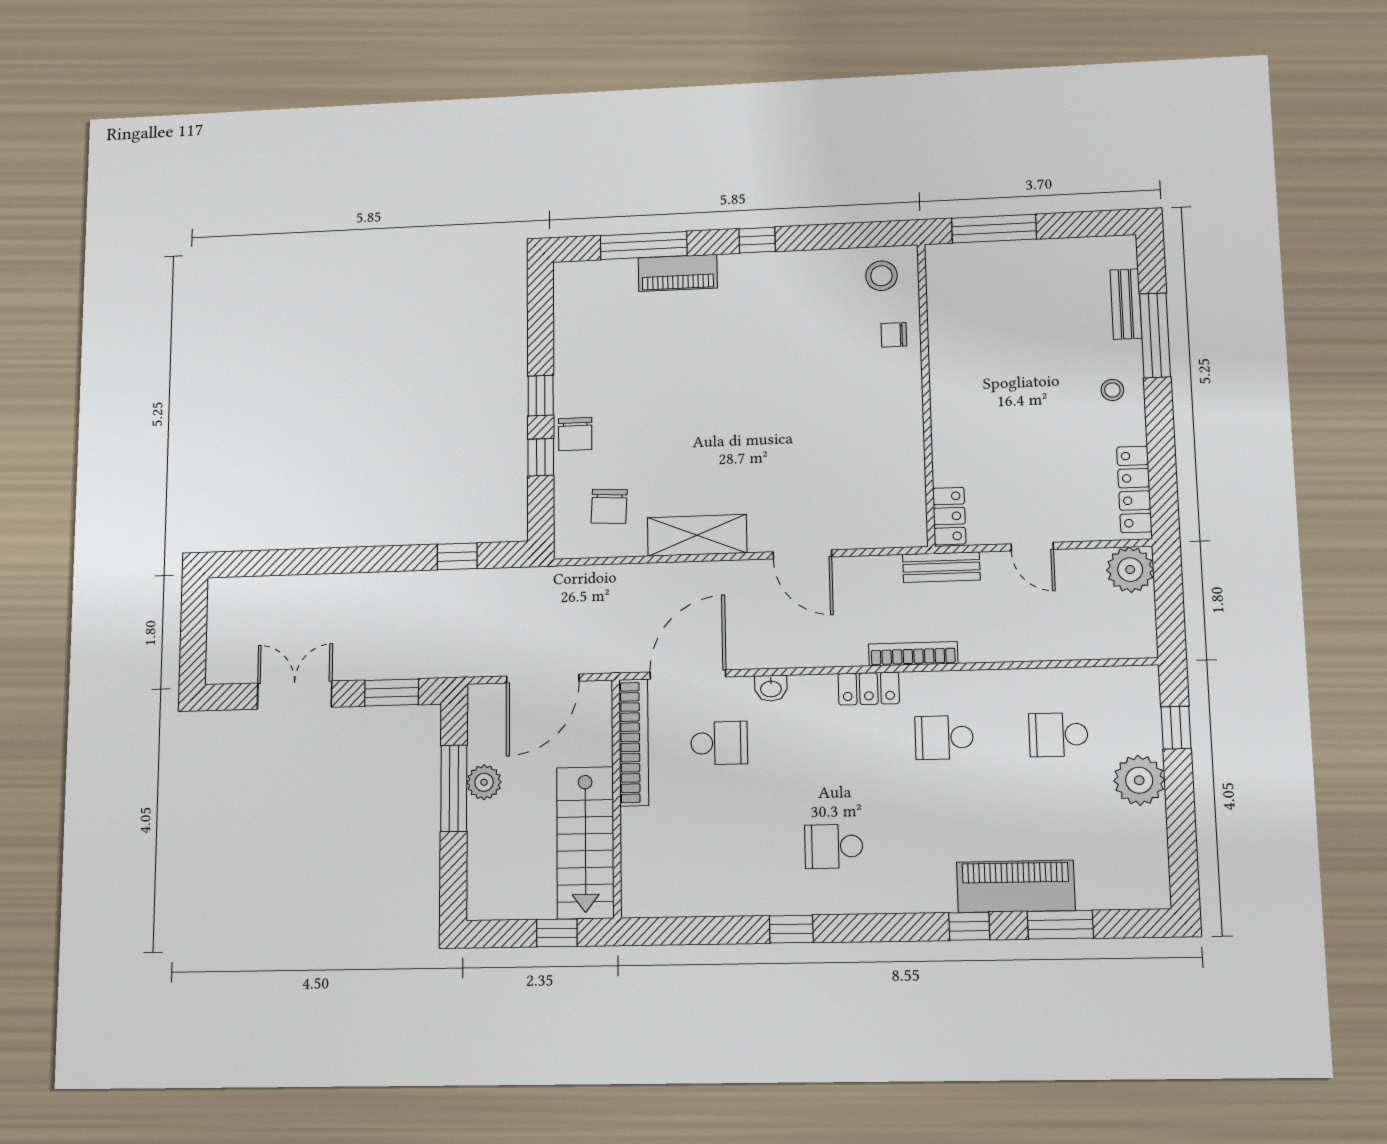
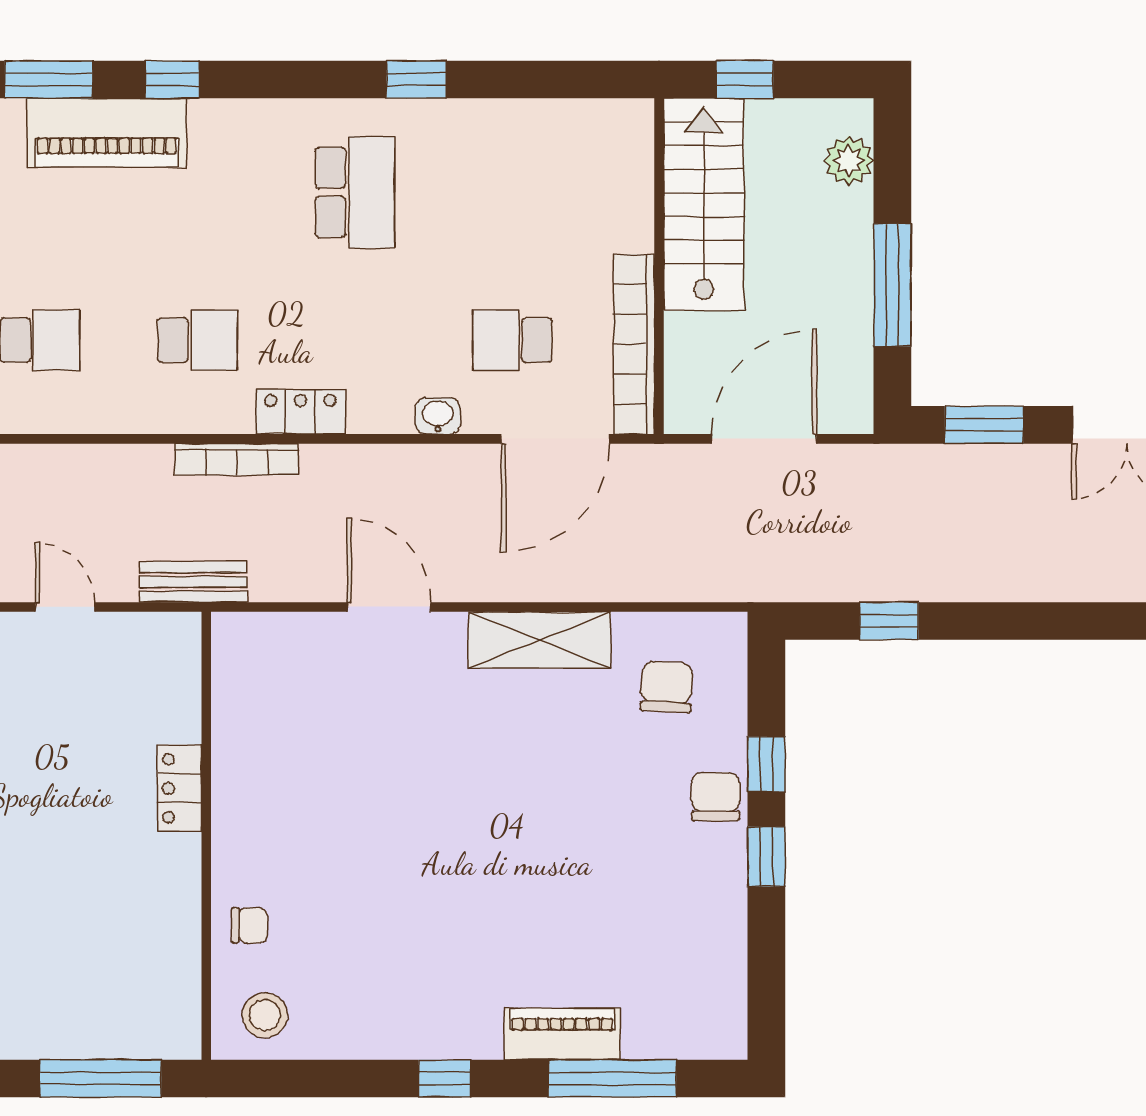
locker: (949, 516) -> (179, 788), moved
plant: (484, 782) -> (849, 161), moved
school desk: (834, 846) -> (355, 192), width x1.85

